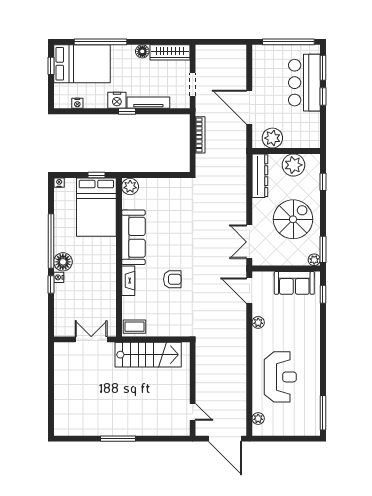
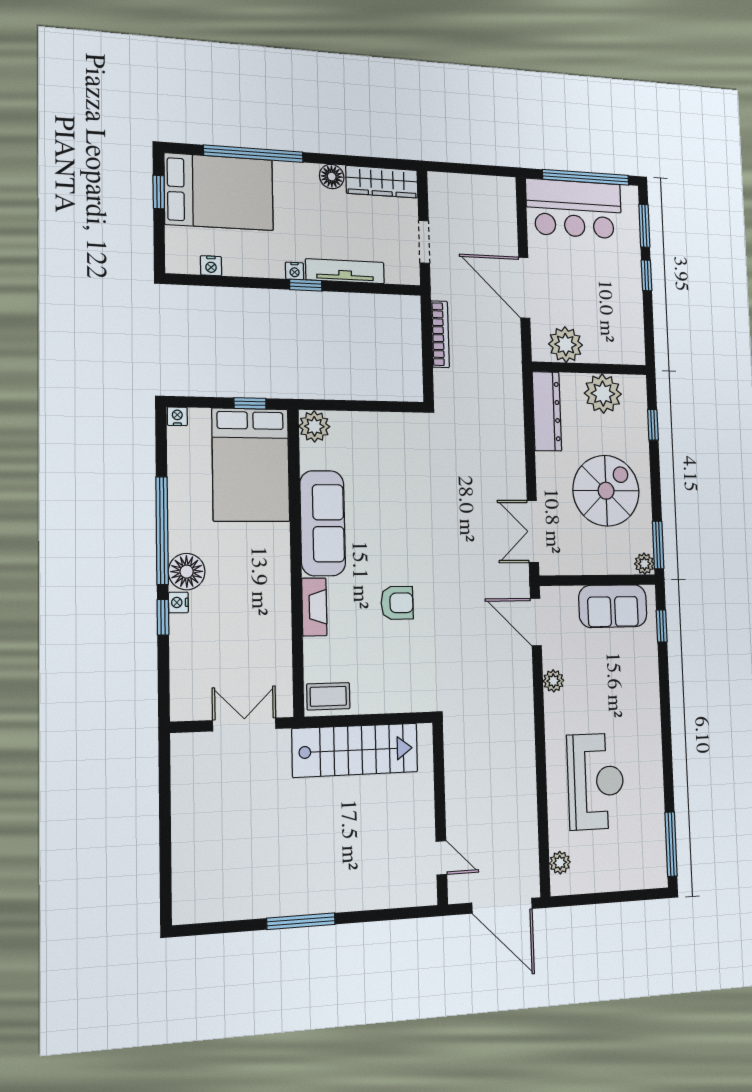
bar counter: (304, 83) -> (574, 209), moved, turned -90
nightstand: (117, 100) -> (295, 271), width x0.53, depth x0.56

